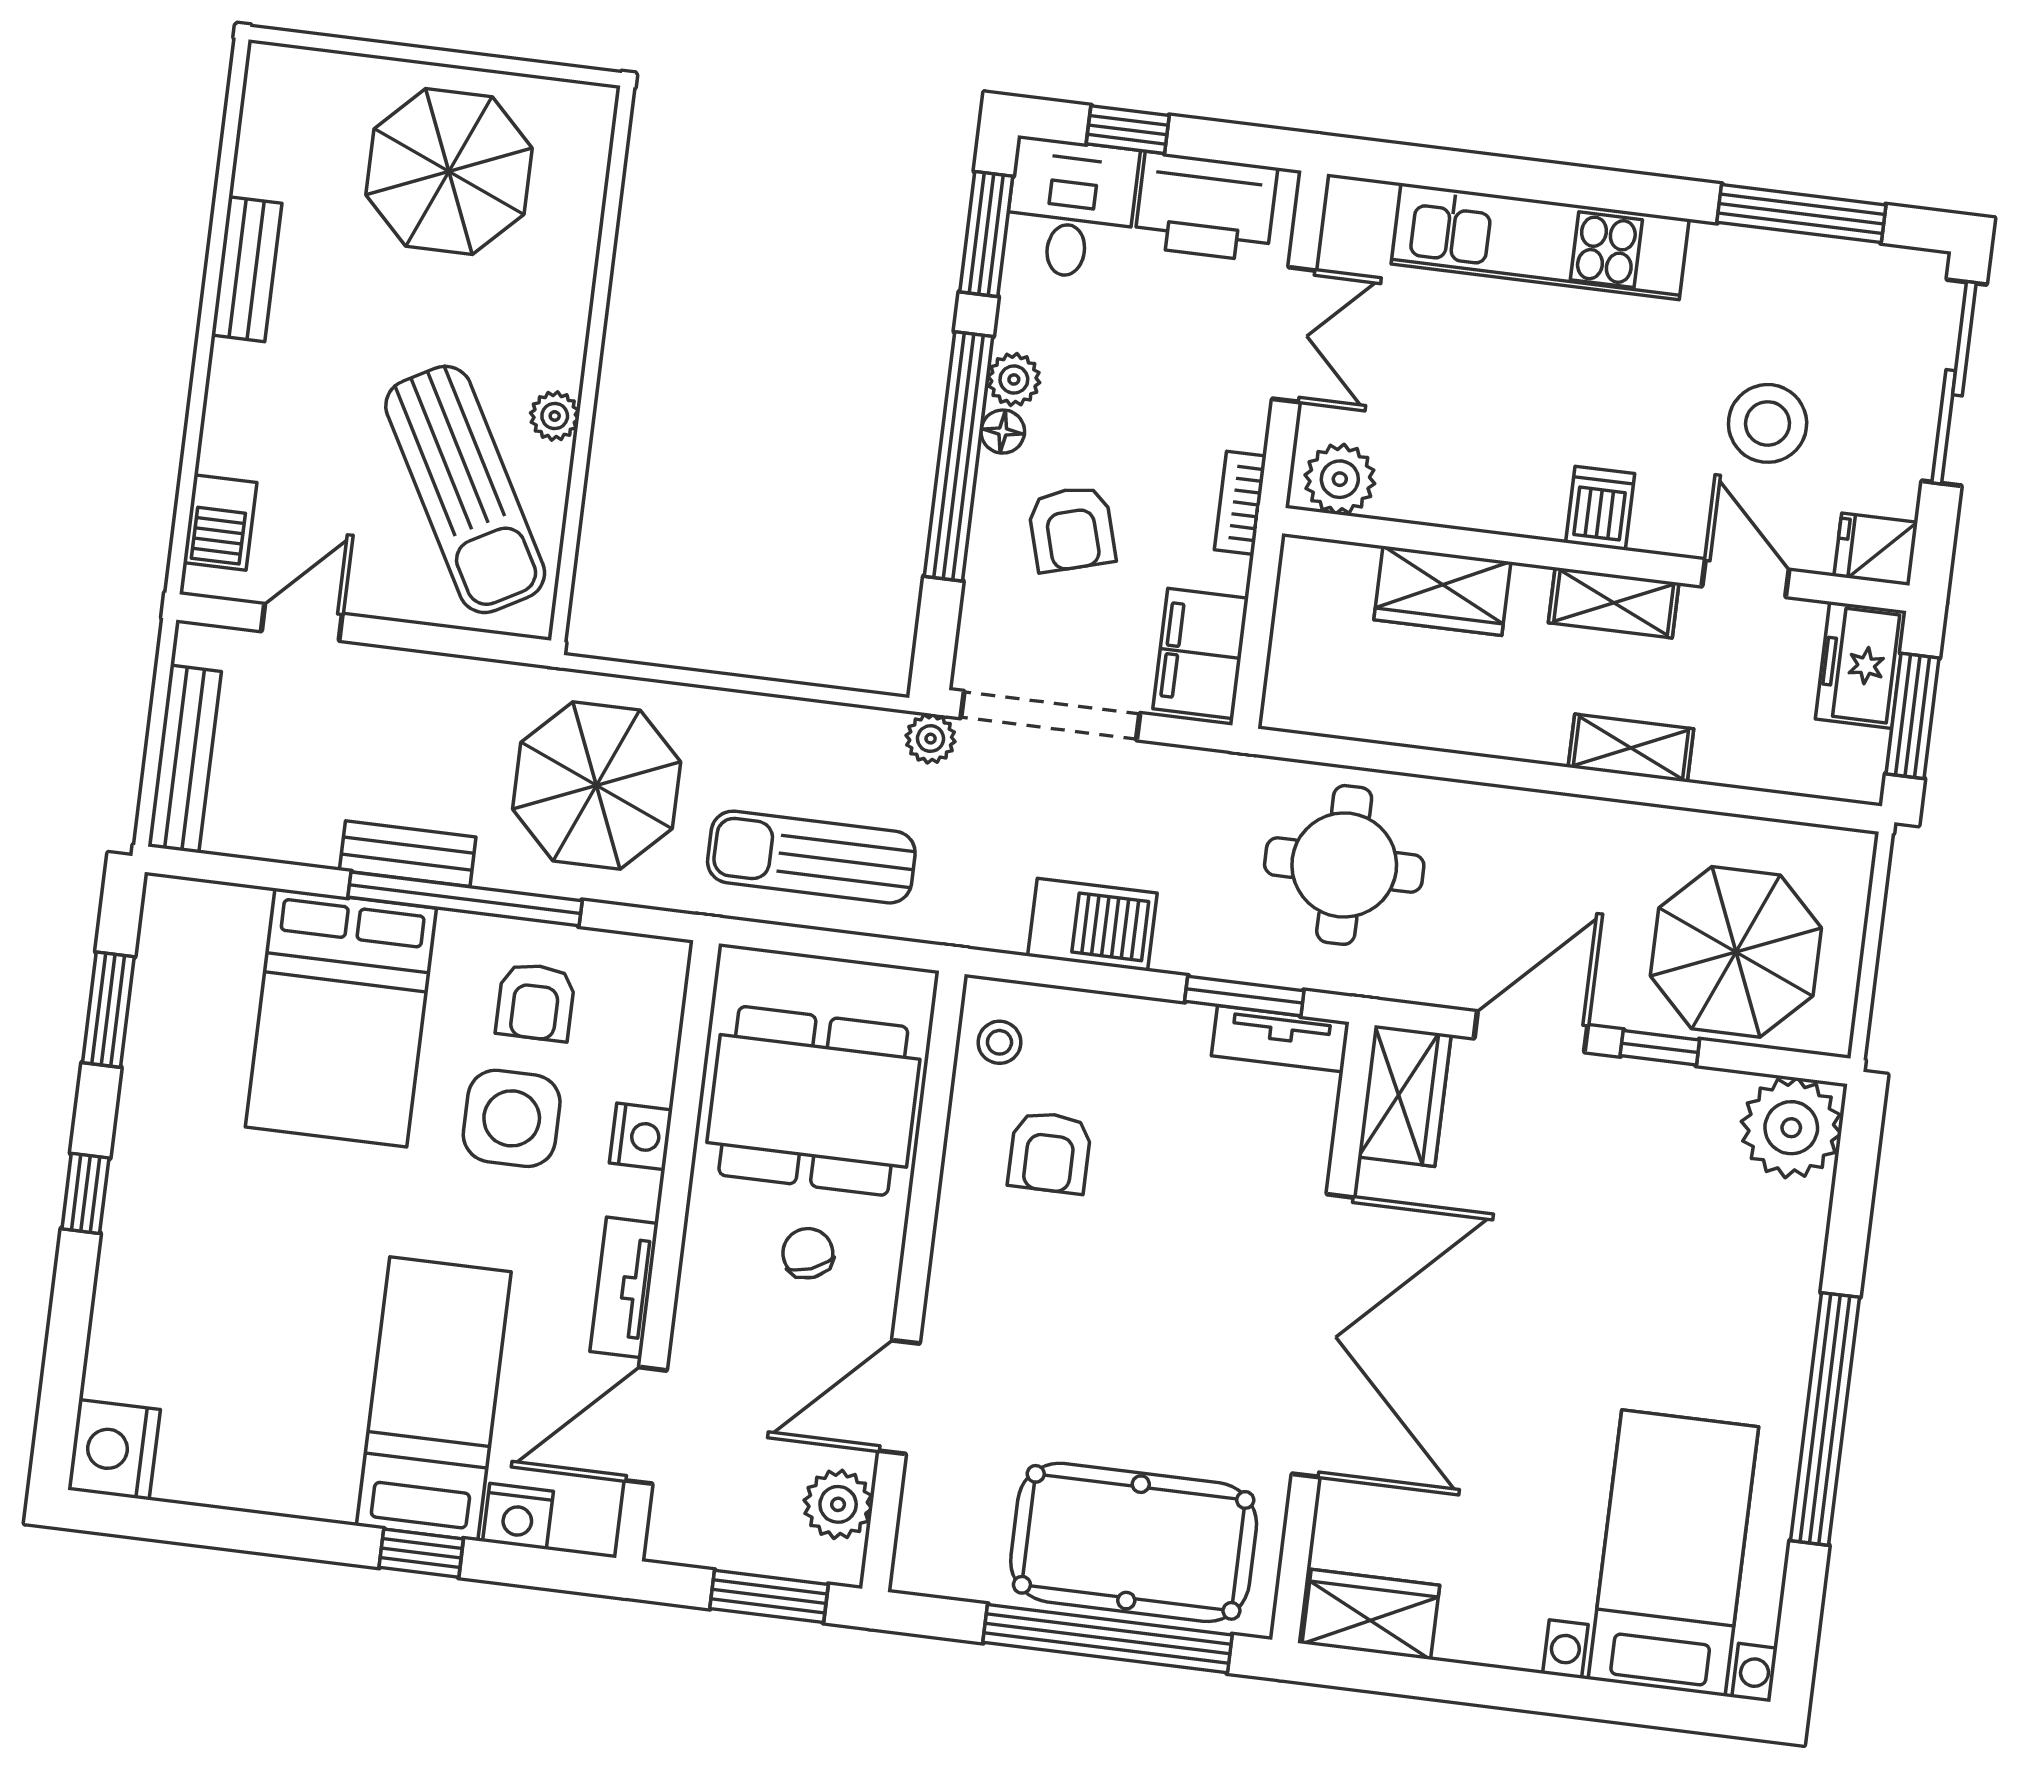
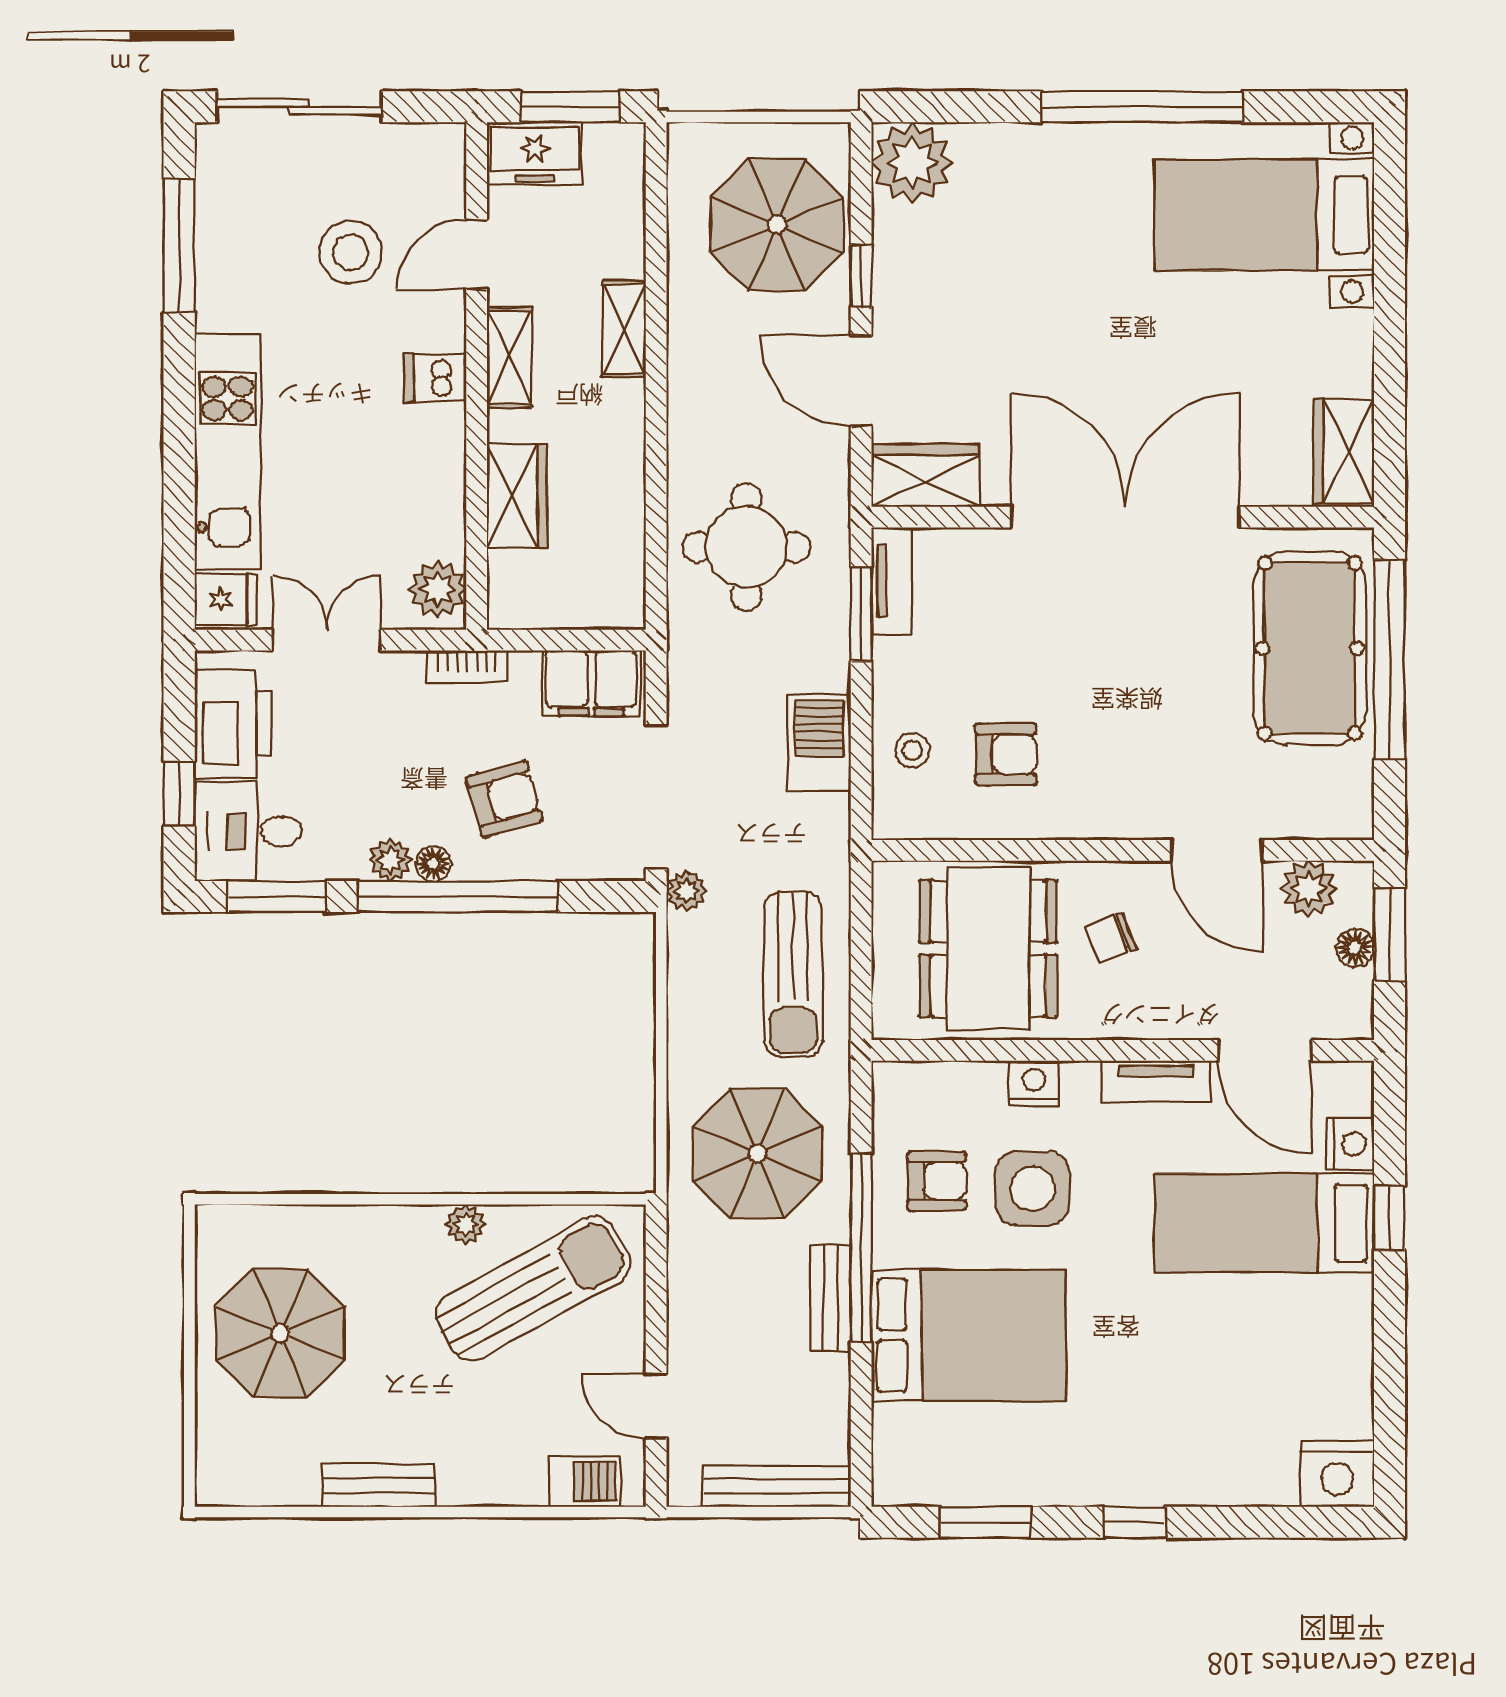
fridge: (1876, 549) -> (225, 599), moved, turned -90
stool: (999, 1042) -> (912, 750), moved
floor lamp: (758, 1552) -> (1355, 948), added

